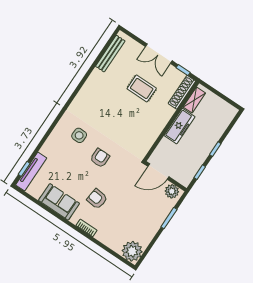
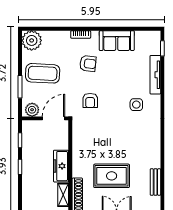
bench: (110, 54) -> (155, 182), width x0.73
rug: (142, 88) -> (112, 176), width x1.36, depth x1.43
armchair: (100, 158) -> (90, 101), moved
tv unit: (31, 171) -> (155, 75), moved
coffee table: (142, 217) -> (43, 73), added

